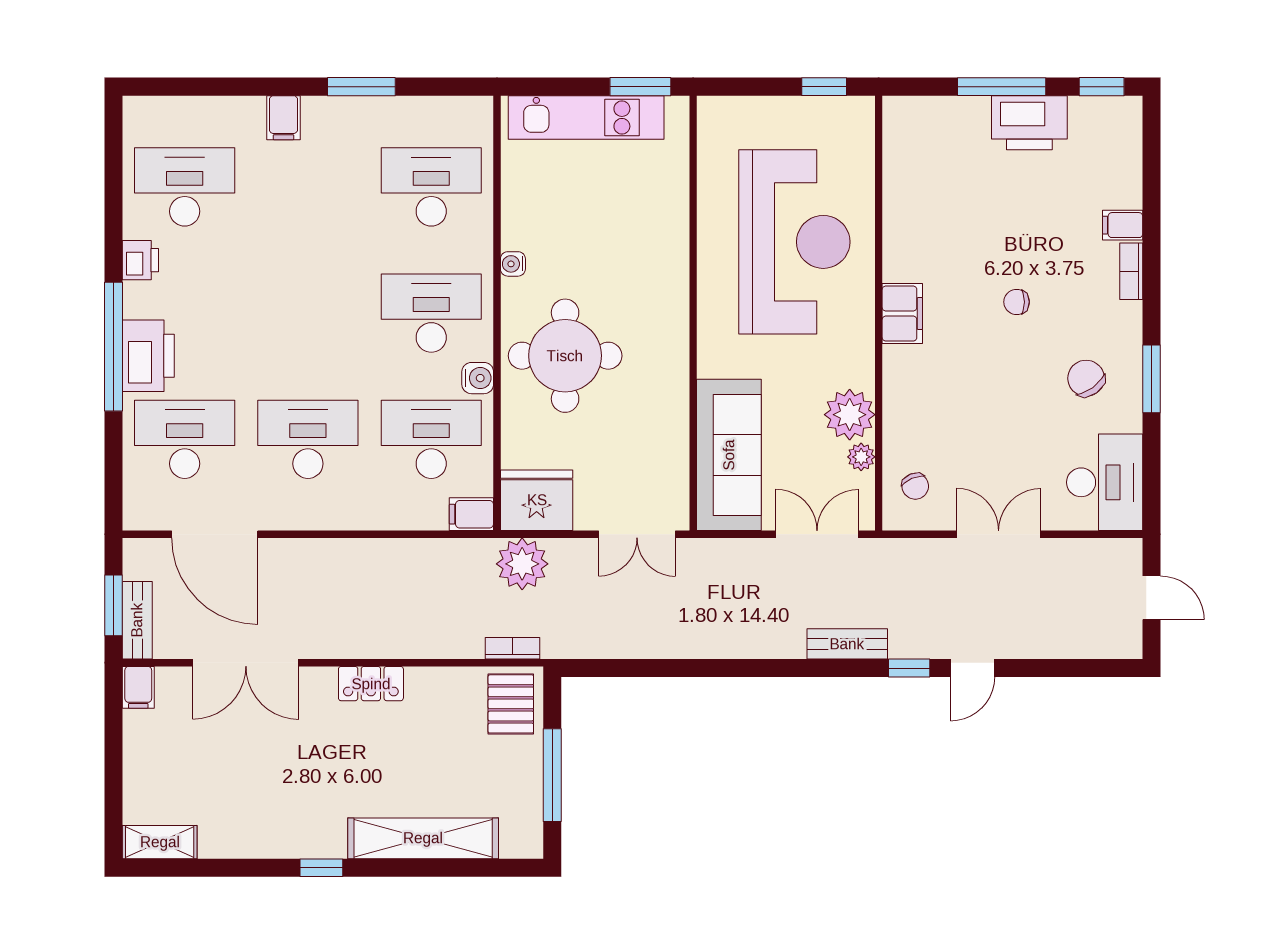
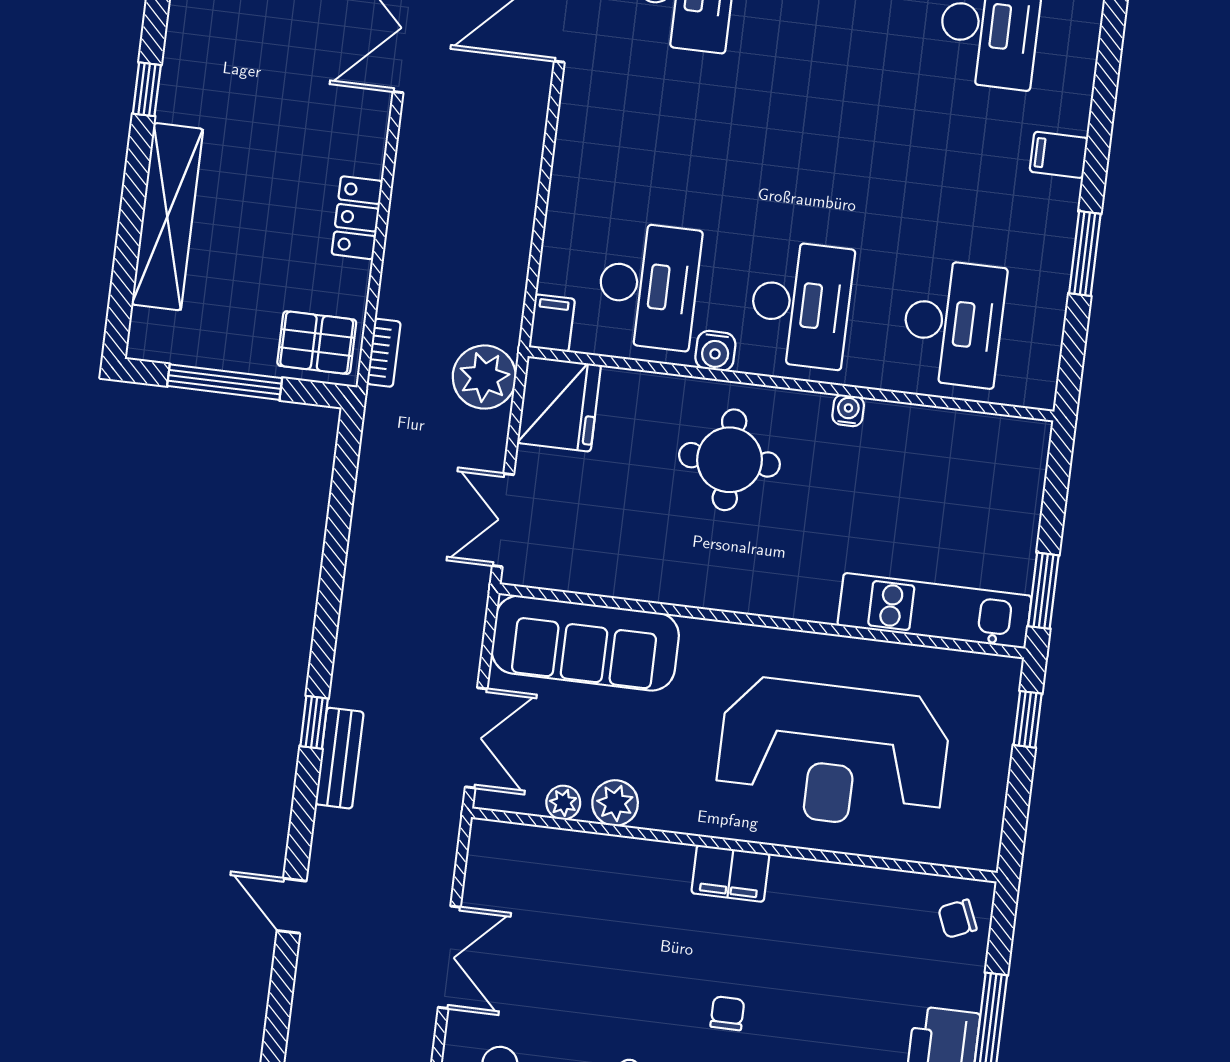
window: (824, 87) -> (1028, 719), moved
kitchen unit: (586, 117) -> (935, 611), moved, turned 90
round table: (565, 356) -> (729, 460), width x0.73, depth x0.73
plant: (850, 415) -> (615, 803), width x0.73, depth x0.73
desk: (308, 439) -> (667, 137), removed
chair: (915, 486) -> (957, 919), moved
window: (909, 668) -> (314, 722), moved
locker: (371, 684) -> (357, 218), moved

